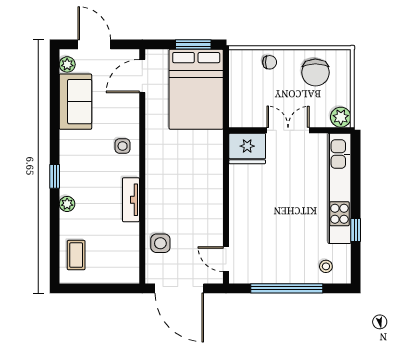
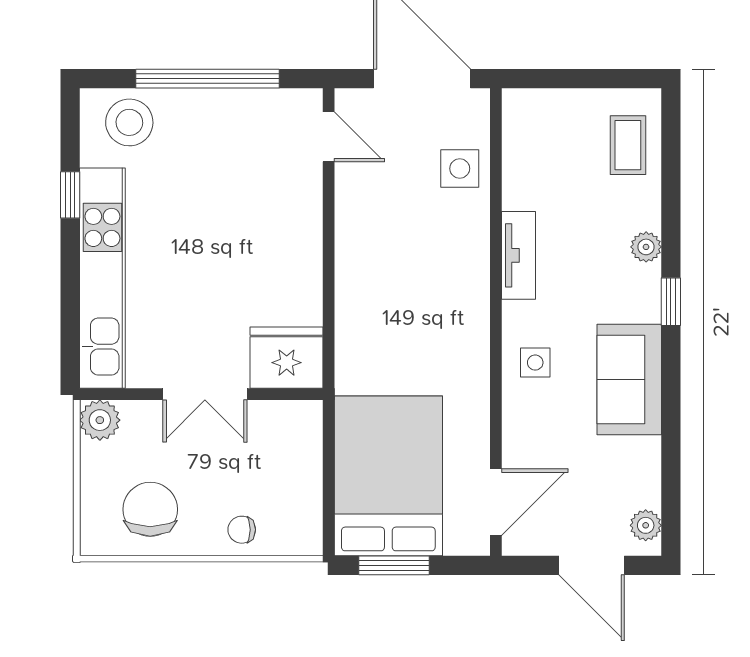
sofa: (75, 102) -> (629, 380), moved
stool: (326, 266) -> (129, 122), width x1.89, depth x1.89

